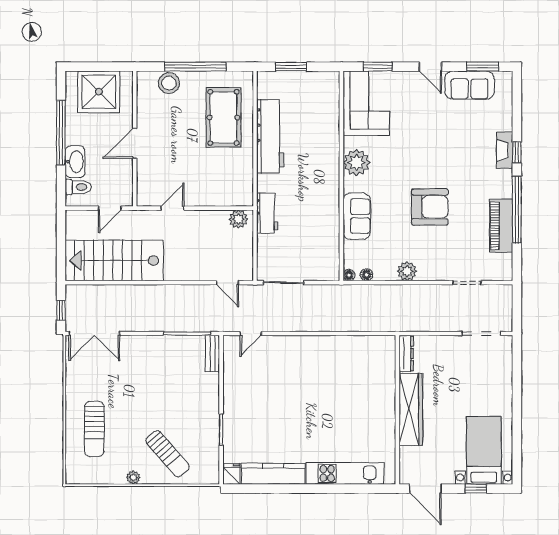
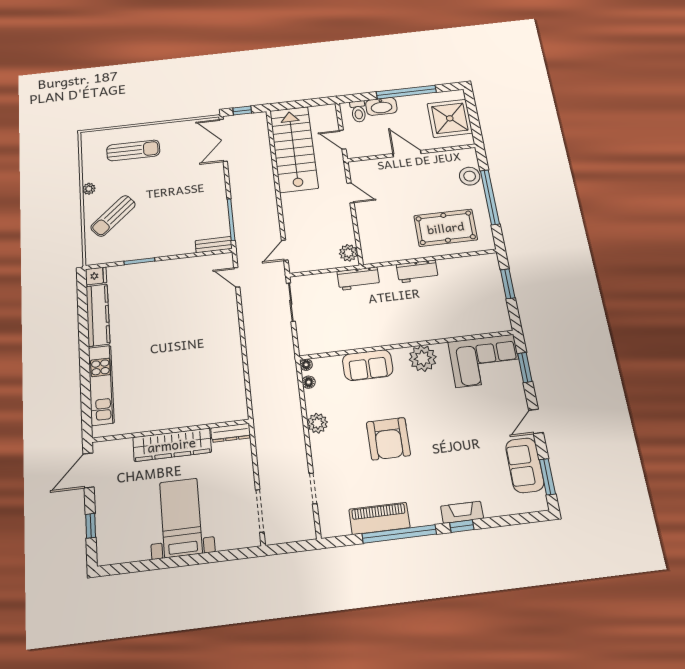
workbench: (270, 136) -> (417, 271), width x0.53, depth x0.76
sun lounger: (94, 429) -> (133, 150), turned 180
bed with nightstands: (484, 450) -> (181, 518), moved, turned -90

